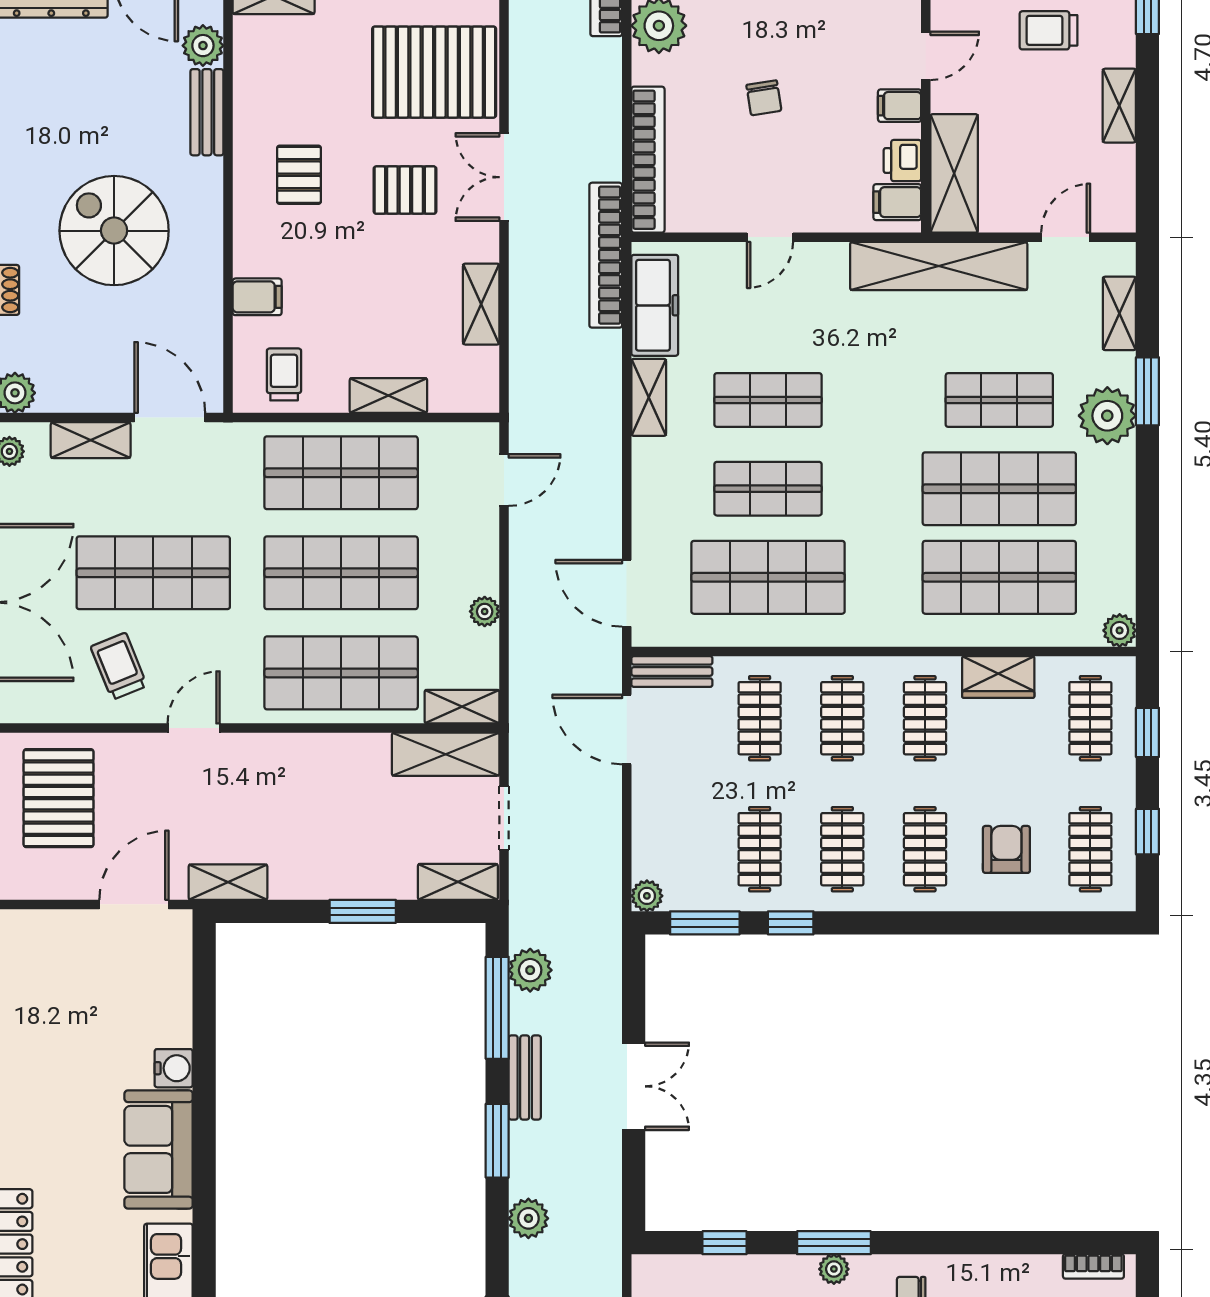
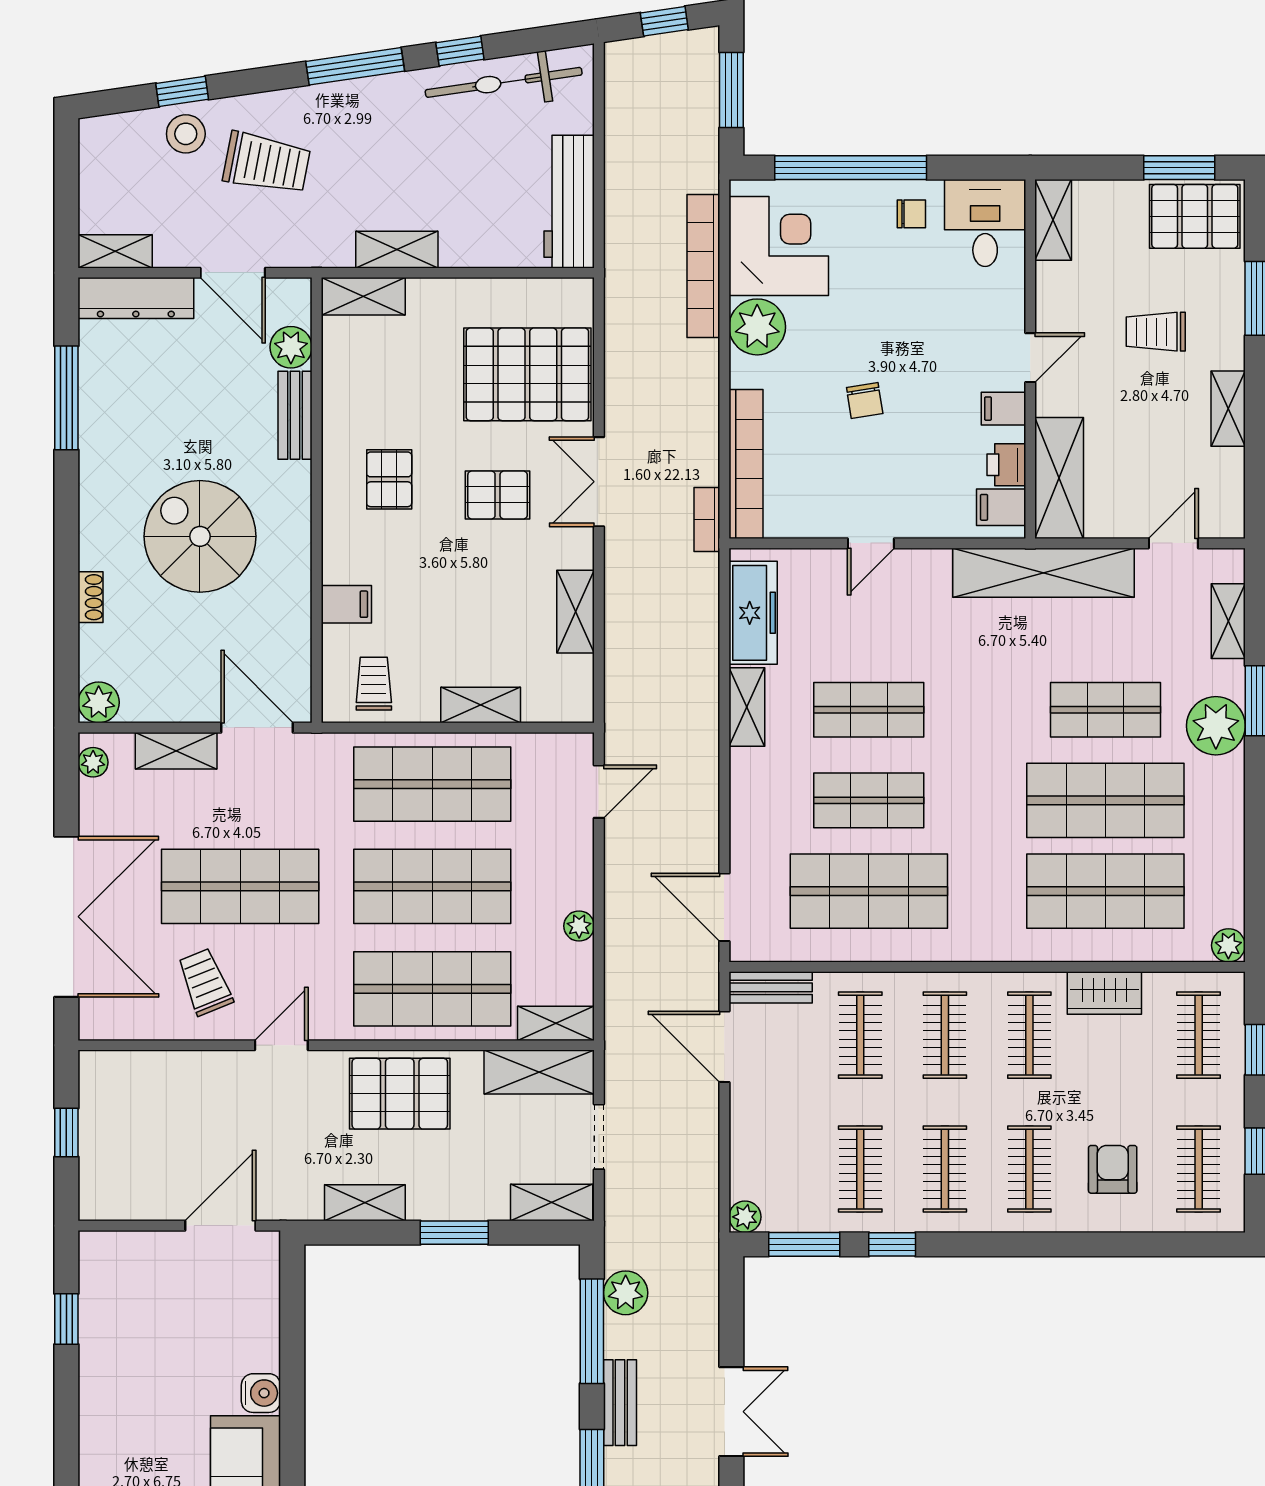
bookcase: (606, 255) -> (707, 520), width x0.43, depth x0.76
pallet: (59, 798) -> (400, 1094), moved, turned 90
shelving: (228, 882) -> (365, 1203), moved

